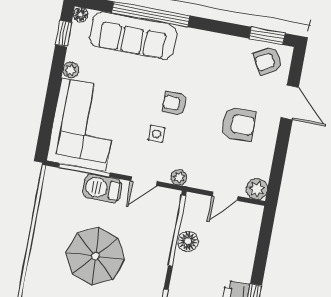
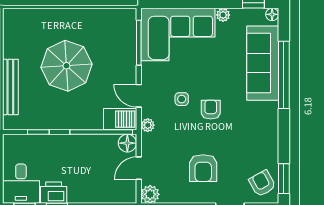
barbecue: (102, 188) -> (120, 119), moved, turned 90
door: (225, 196) -> (139, 168), hinge flipped
floor lamp: (188, 241) -> (127, 143), moved

